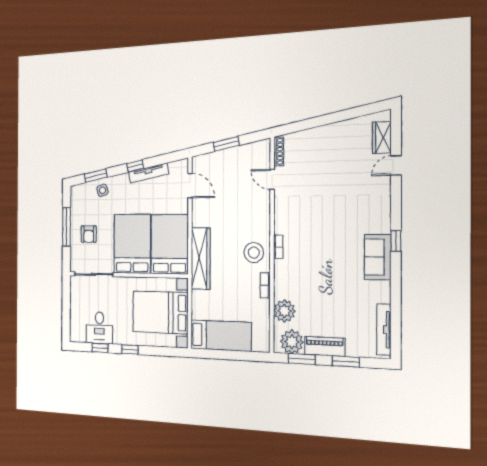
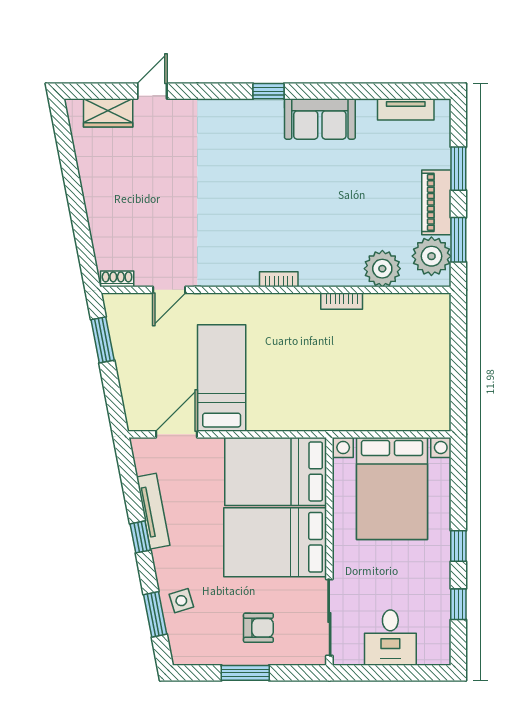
window: (226, 144) -> (103, 340), moved
shoe rack: (279, 151) -> (117, 279), width x0.70
door: (396, 165) -> (152, 91), swing flipped
window: (67, 227) -> (245, 673), width x0.69
stool: (254, 253) -> (289, 321), removed
sofa: (378, 257) -> (320, 119), moved
wardrobe: (201, 259) -> (299, 415), removed
desk: (99, 328) -> (390, 638), moved, turned 90
tv unit: (384, 330) -> (406, 109), width x0.71
bed: (221, 336) -> (222, 378), moved

